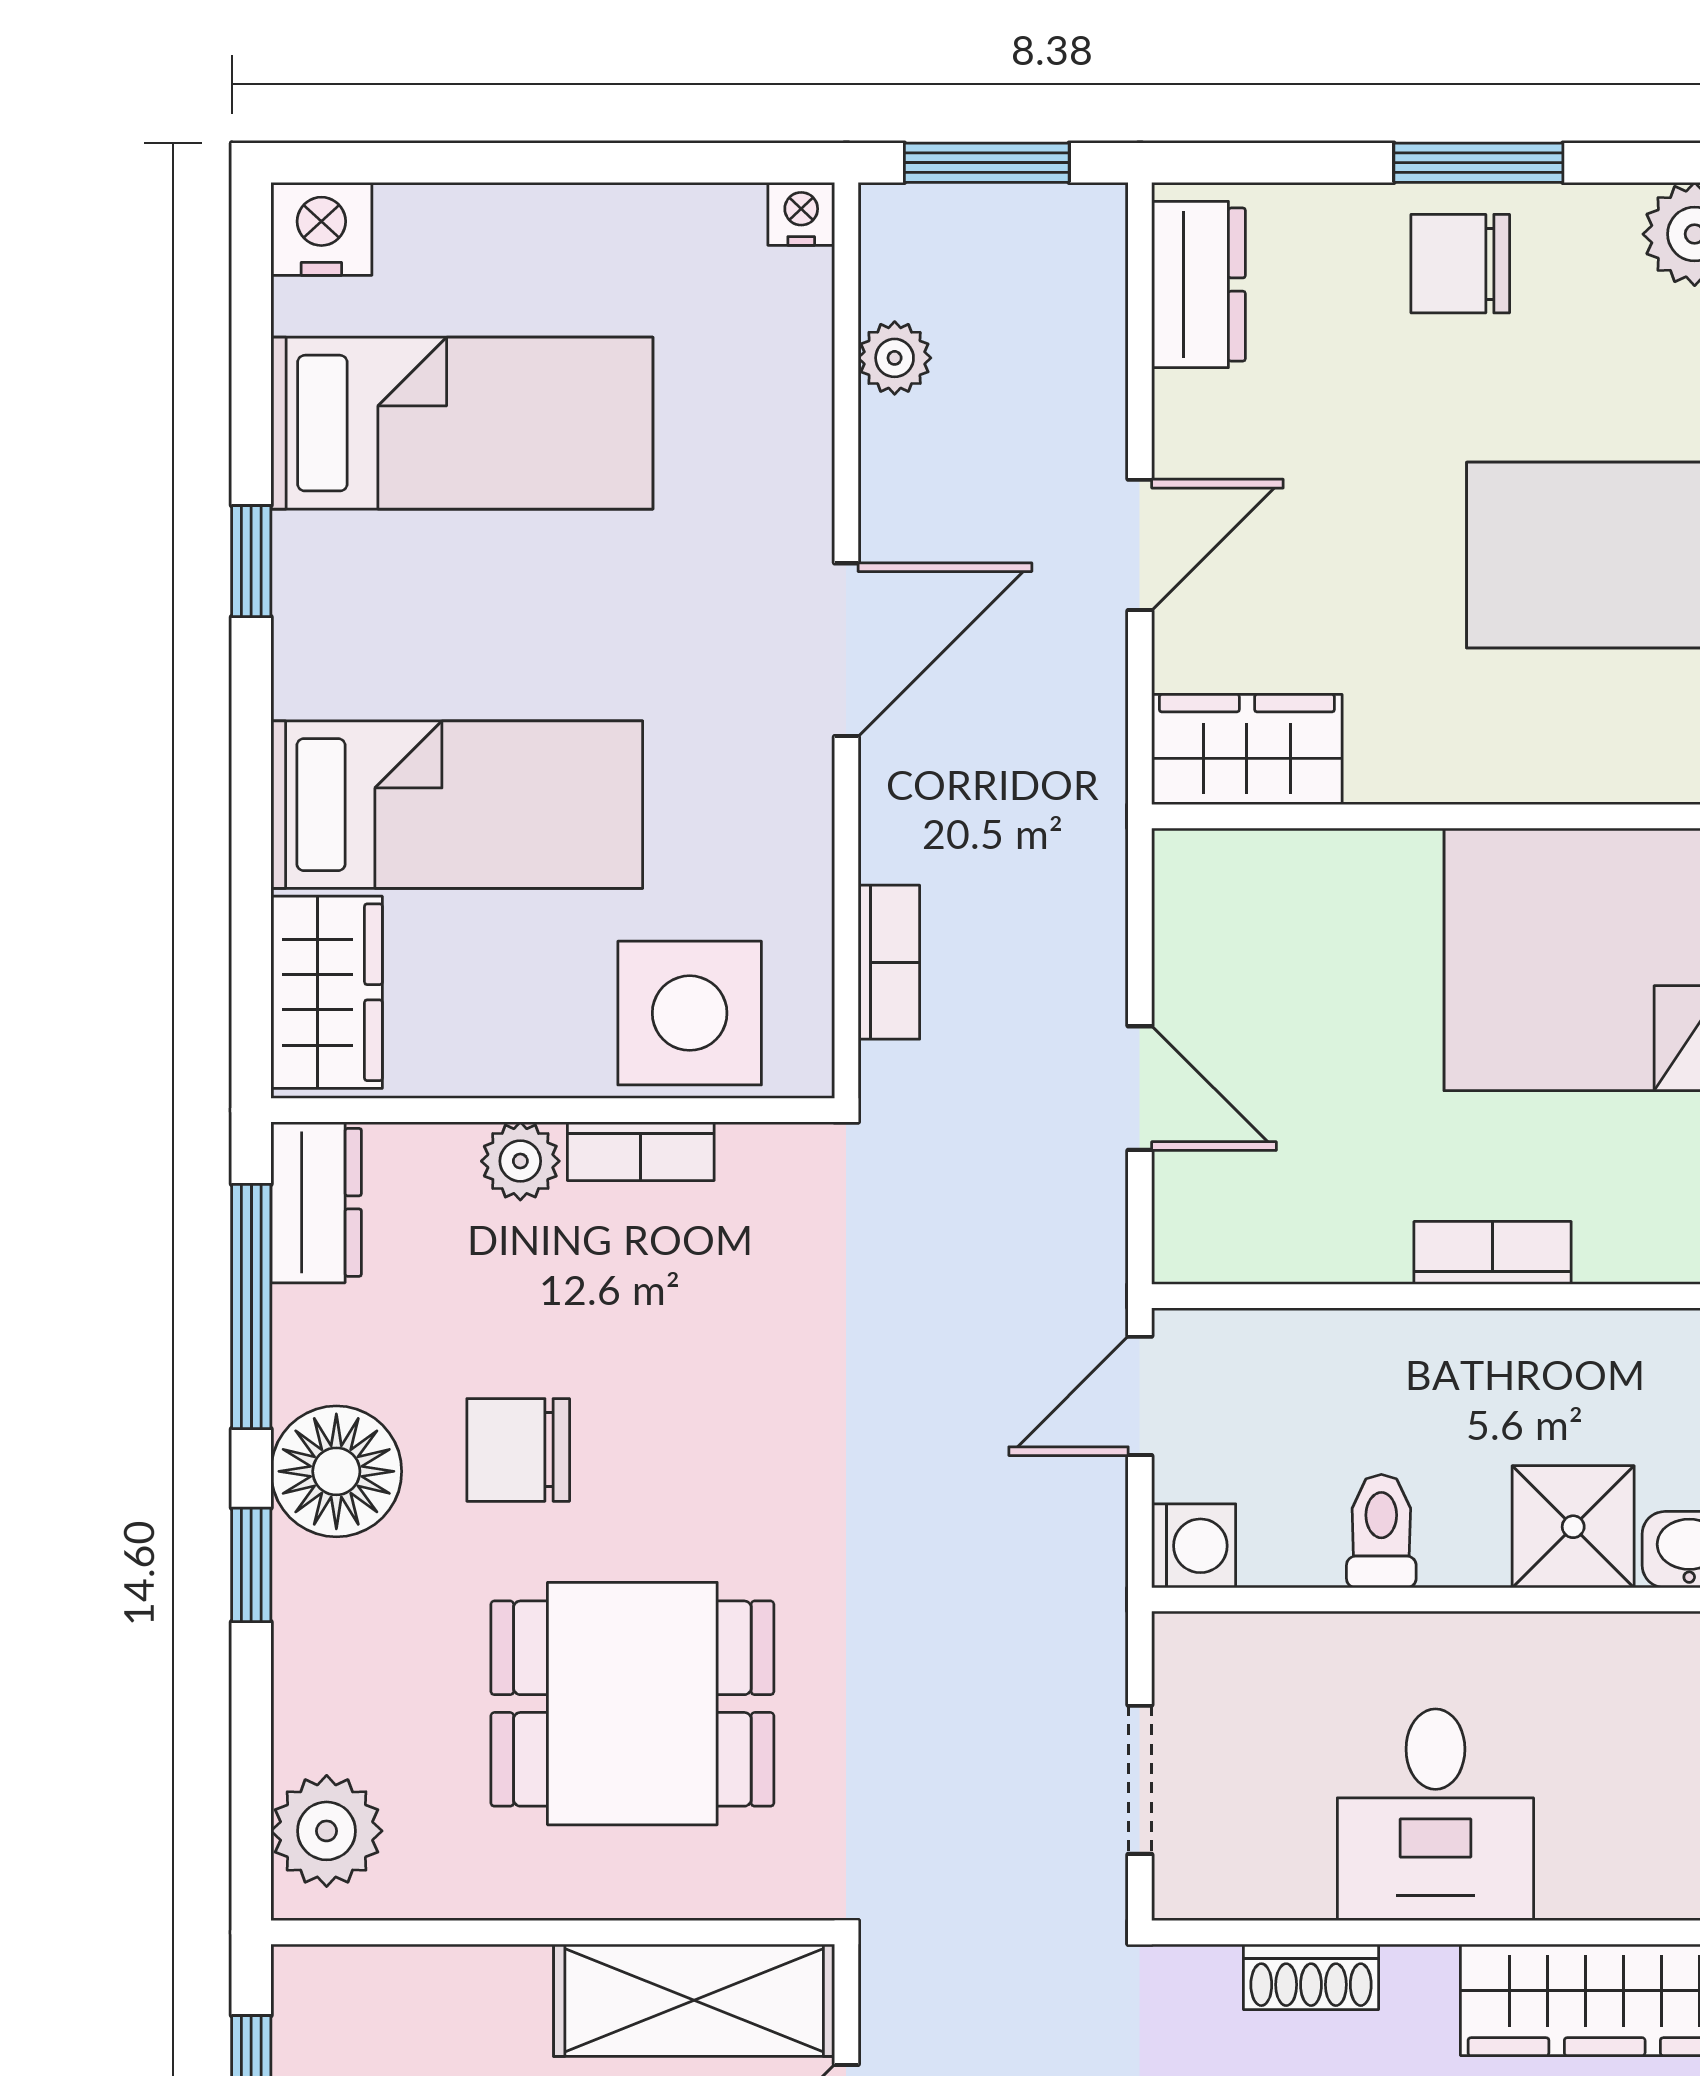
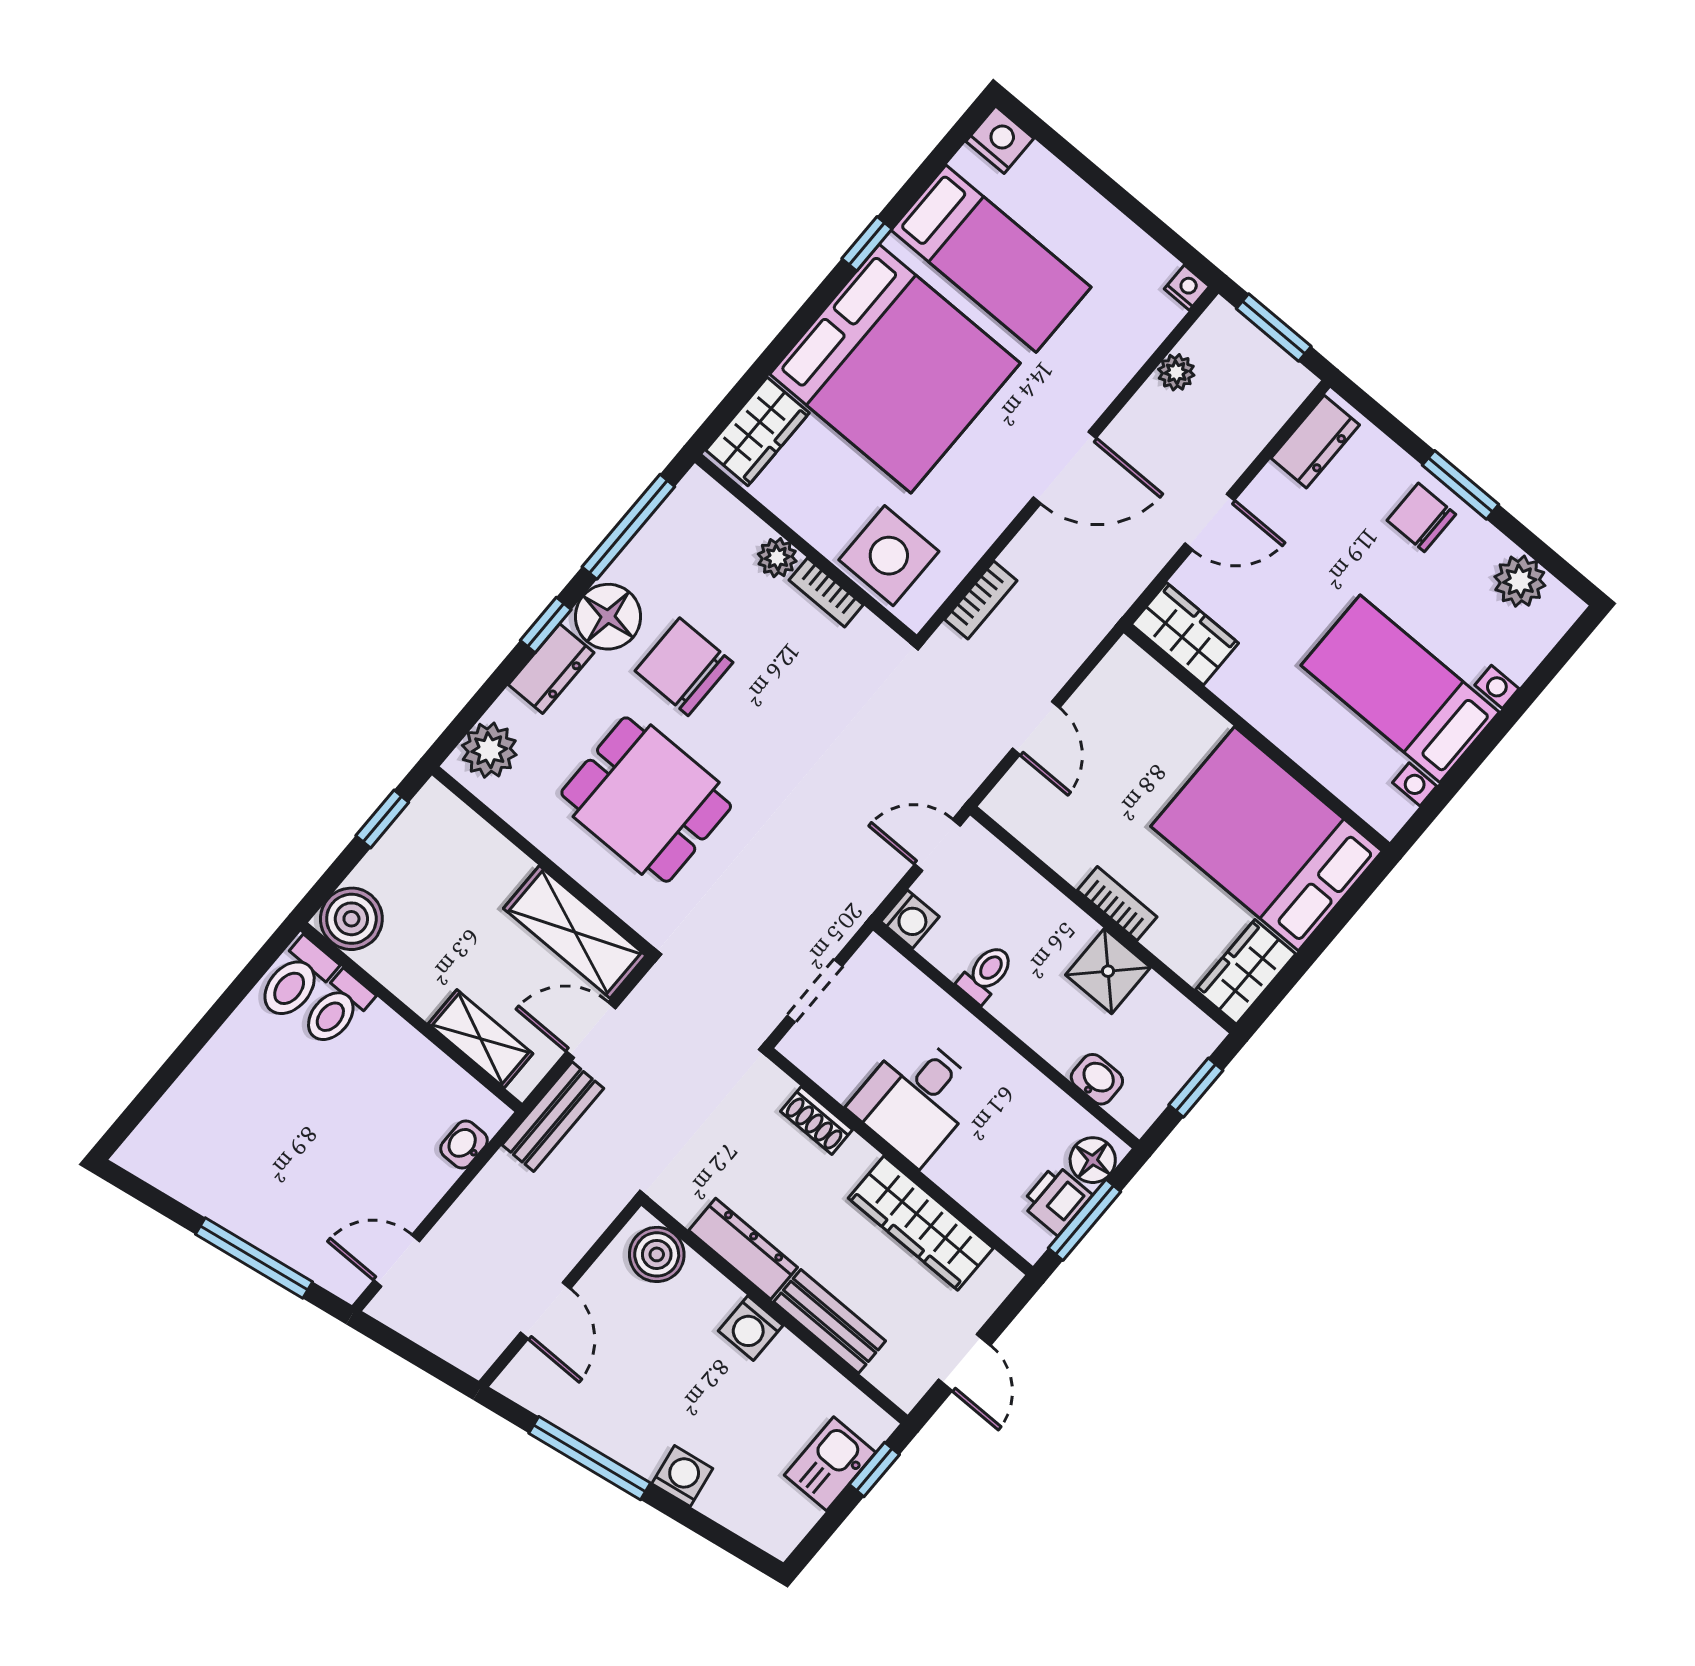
bed: (457, 805) -> (895, 369), width x2.04
dresser: (316, 1202) -> (551, 669), moved
chair: (518, 1450) -> (684, 667), width x1.37, depth x1.37
shower: (1573, 1527) -> (1108, 971), moved

